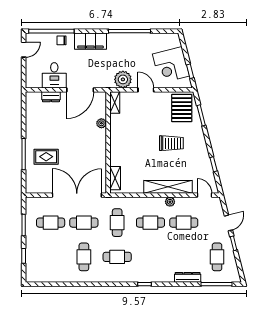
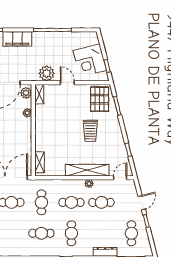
plant: (100, 101) -> (26, 93), added
trolley: (171, 143) -> (90, 131), turned 90
door: (205, 195) -> (120, 178), hinge flipped
cafe table: (84, 257) -> (71, 233), moved

